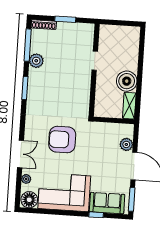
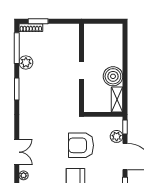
window: (65, 19) -> (38, 21), moved
doorway: (95, 61) -> (81, 70), moved
window: (136, 135) -> (125, 127), added
armchair: (62, 140) -> (81, 145), moved

